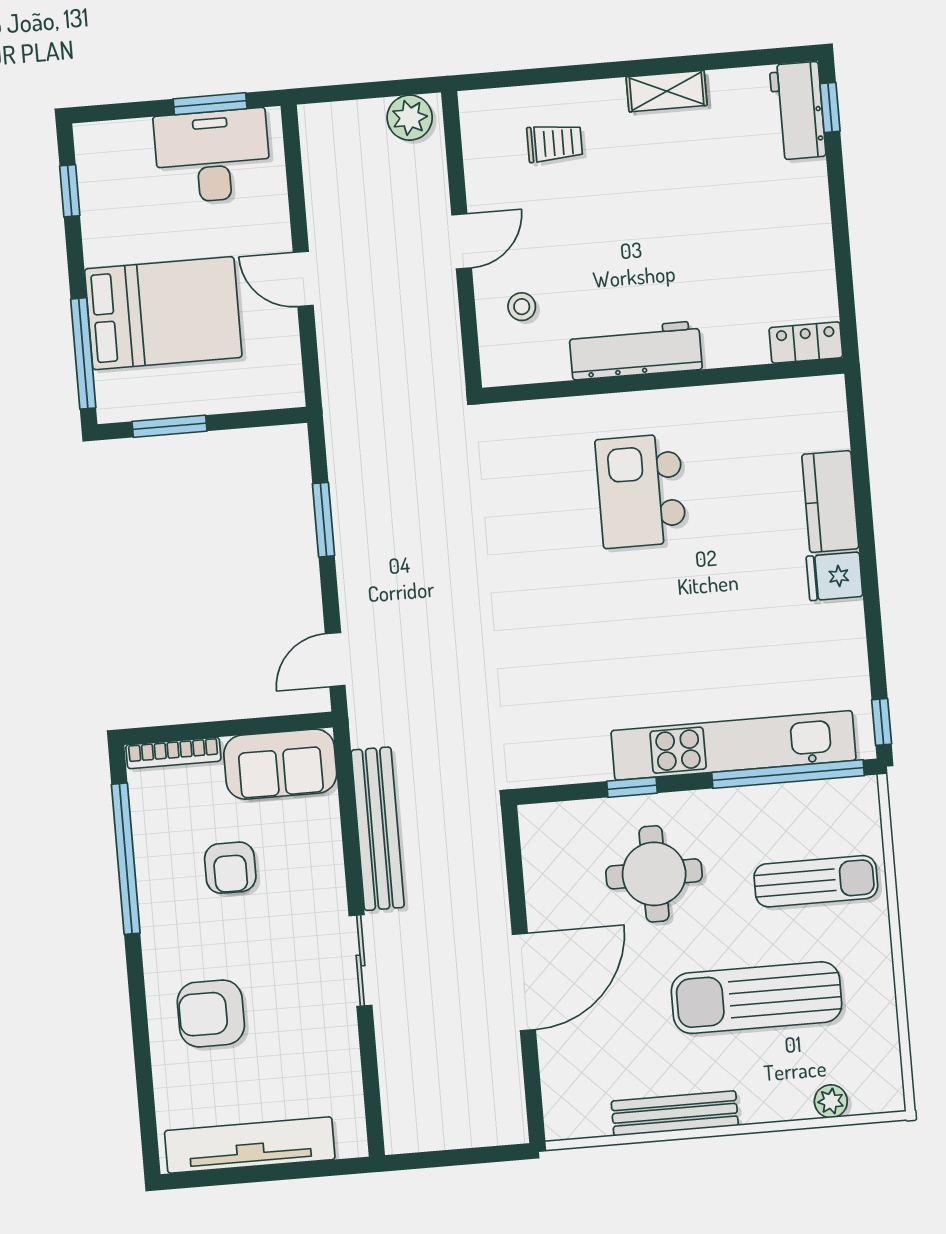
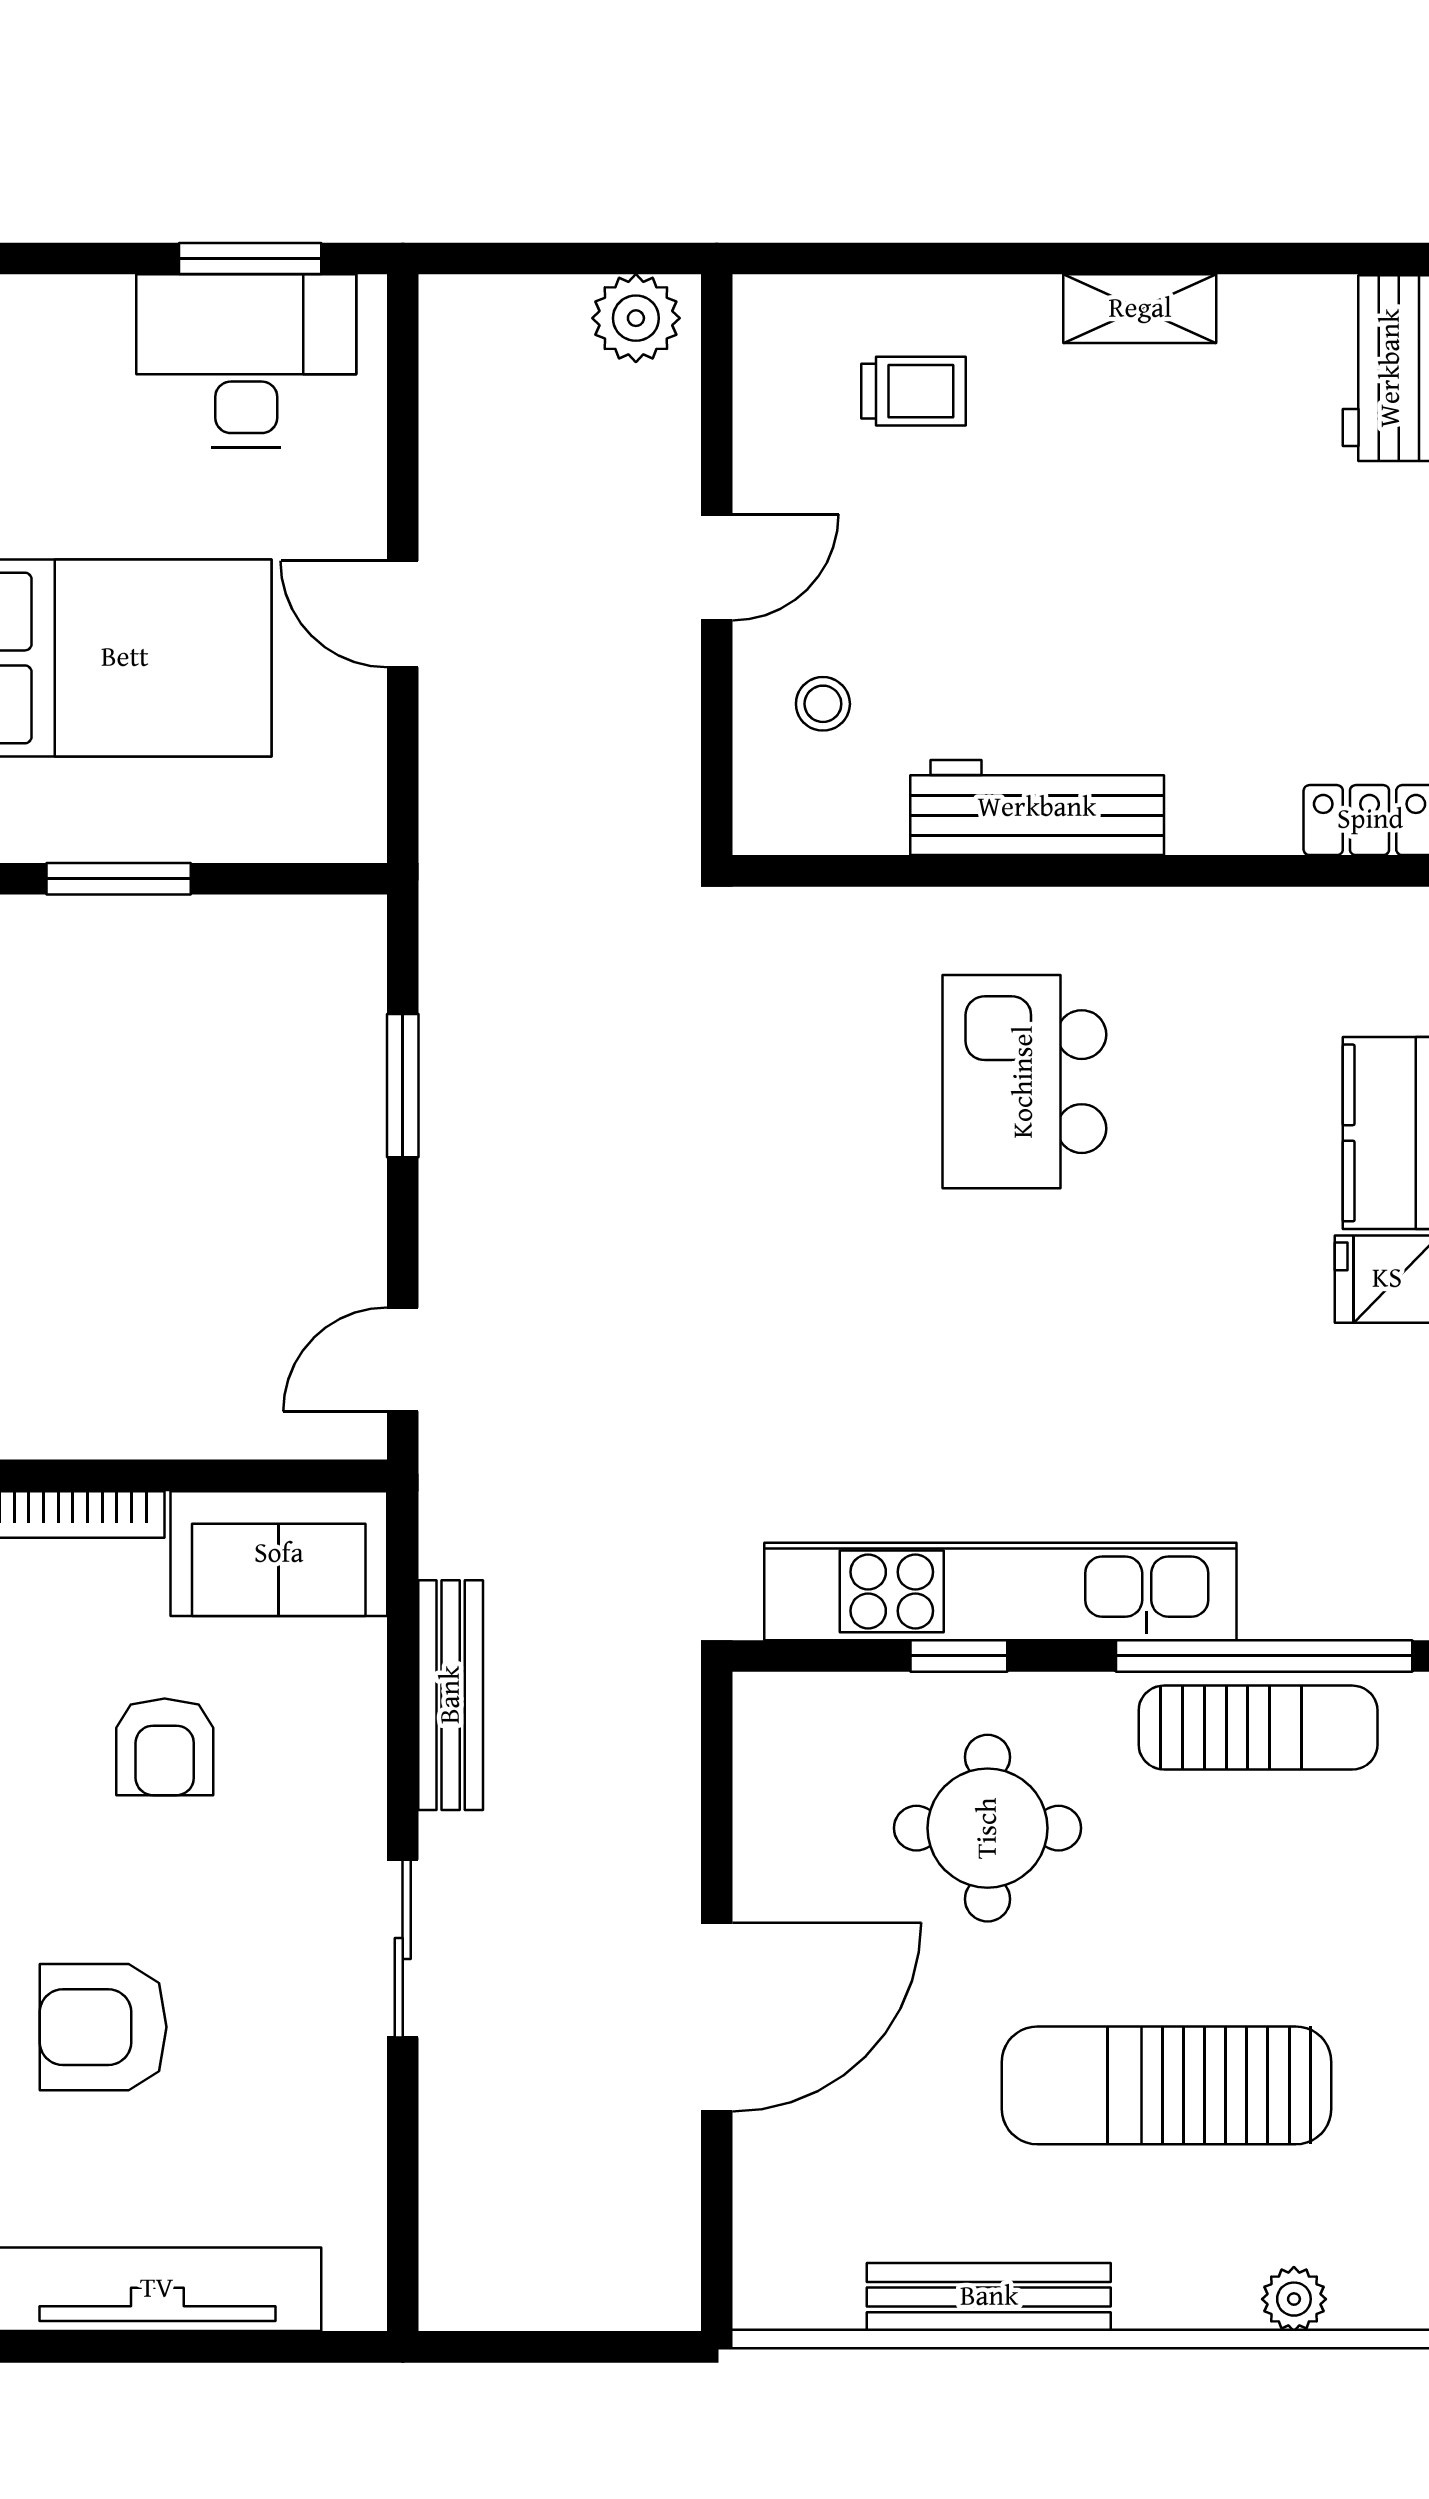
kitchen unit: (734, 745) -> (1000, 1591), moved
bench: (378, 829) -> (451, 1695), width x0.73, depth x0.82
sun lounger: (816, 881) -> (1258, 1728), moved

